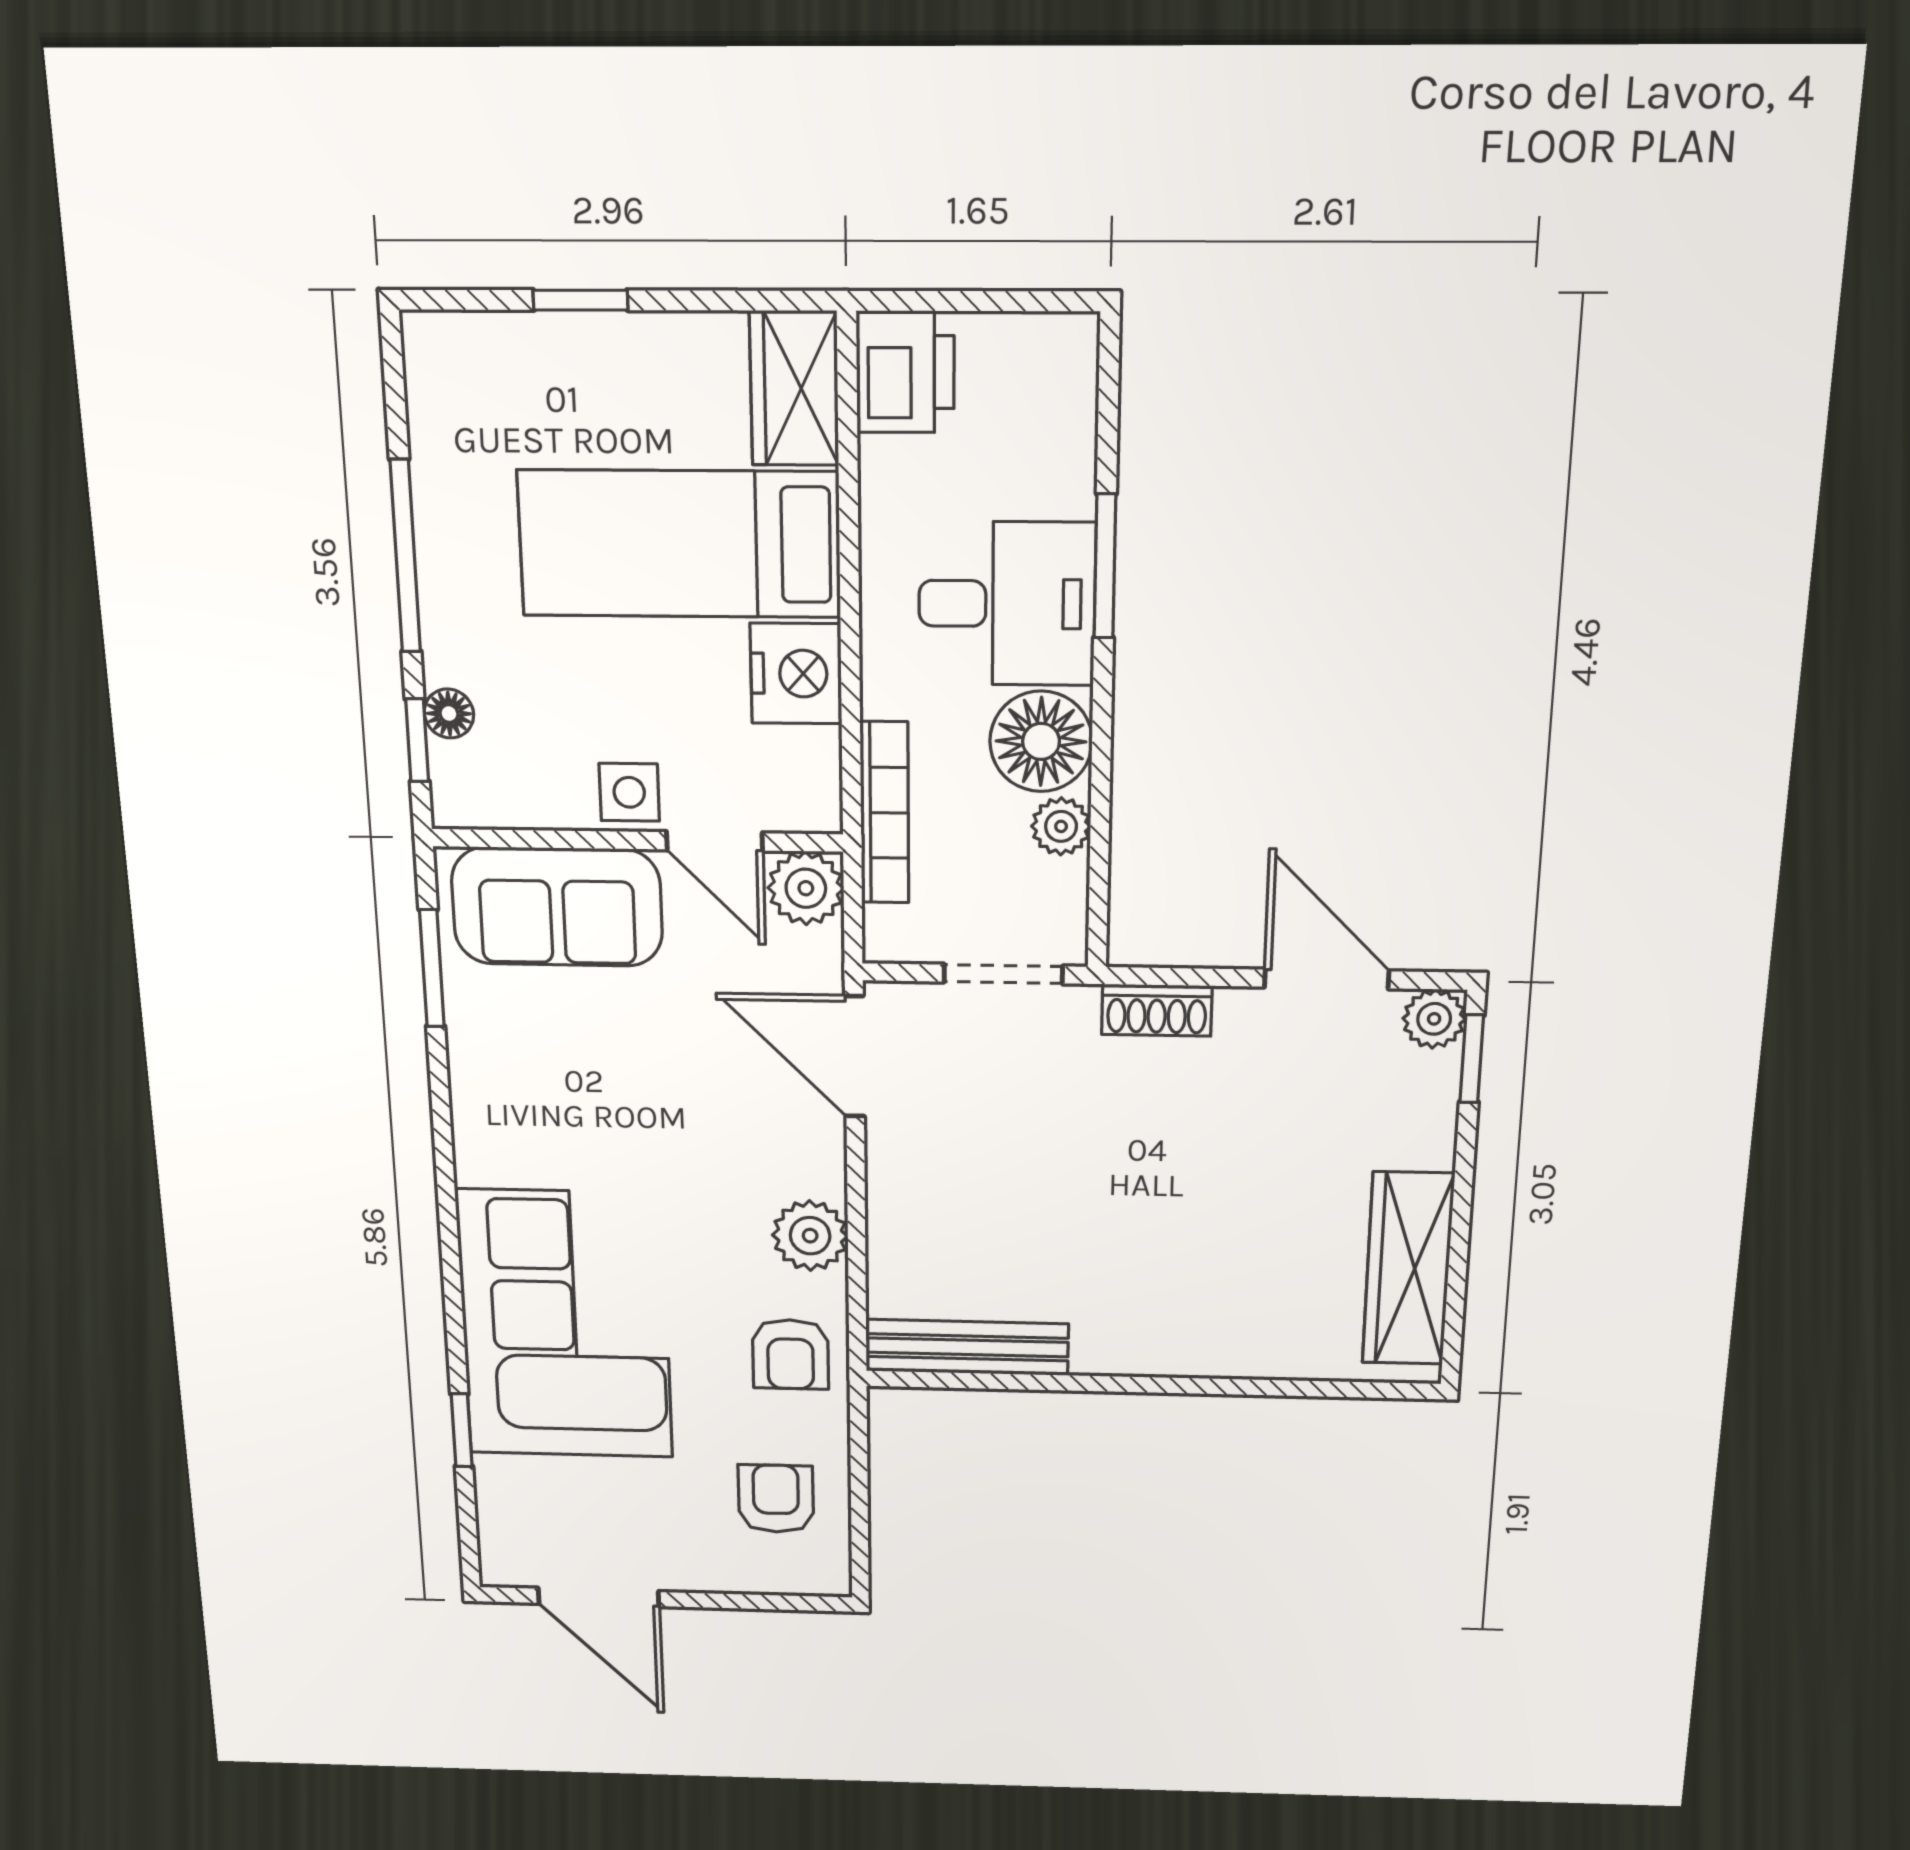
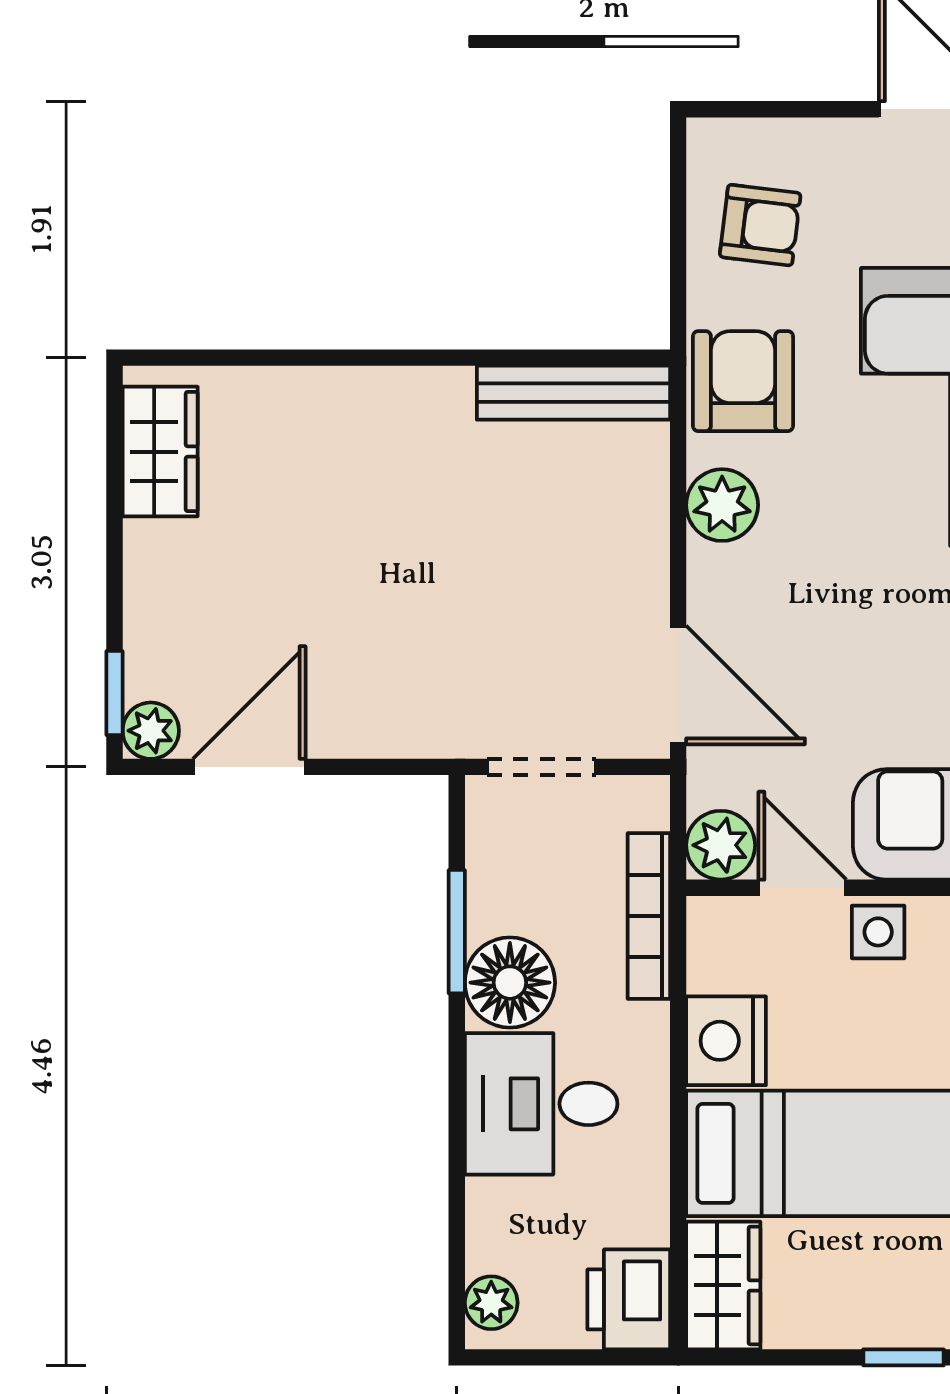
window: (1105, 566) -> (457, 932), moved
plant: (1061, 826) -> (491, 1303), moved
door: (1327, 979) -> (249, 767), swing flipped
shoe rack: (1157, 1010) -> (402, 735), removed
wardrobe: (1408, 1269) -> (160, 452), width x0.67
armchair: (790, 1354) -> (743, 381), width x1.38, depth x1.38
armchair: (776, 1499) -> (760, 225), turned -83

